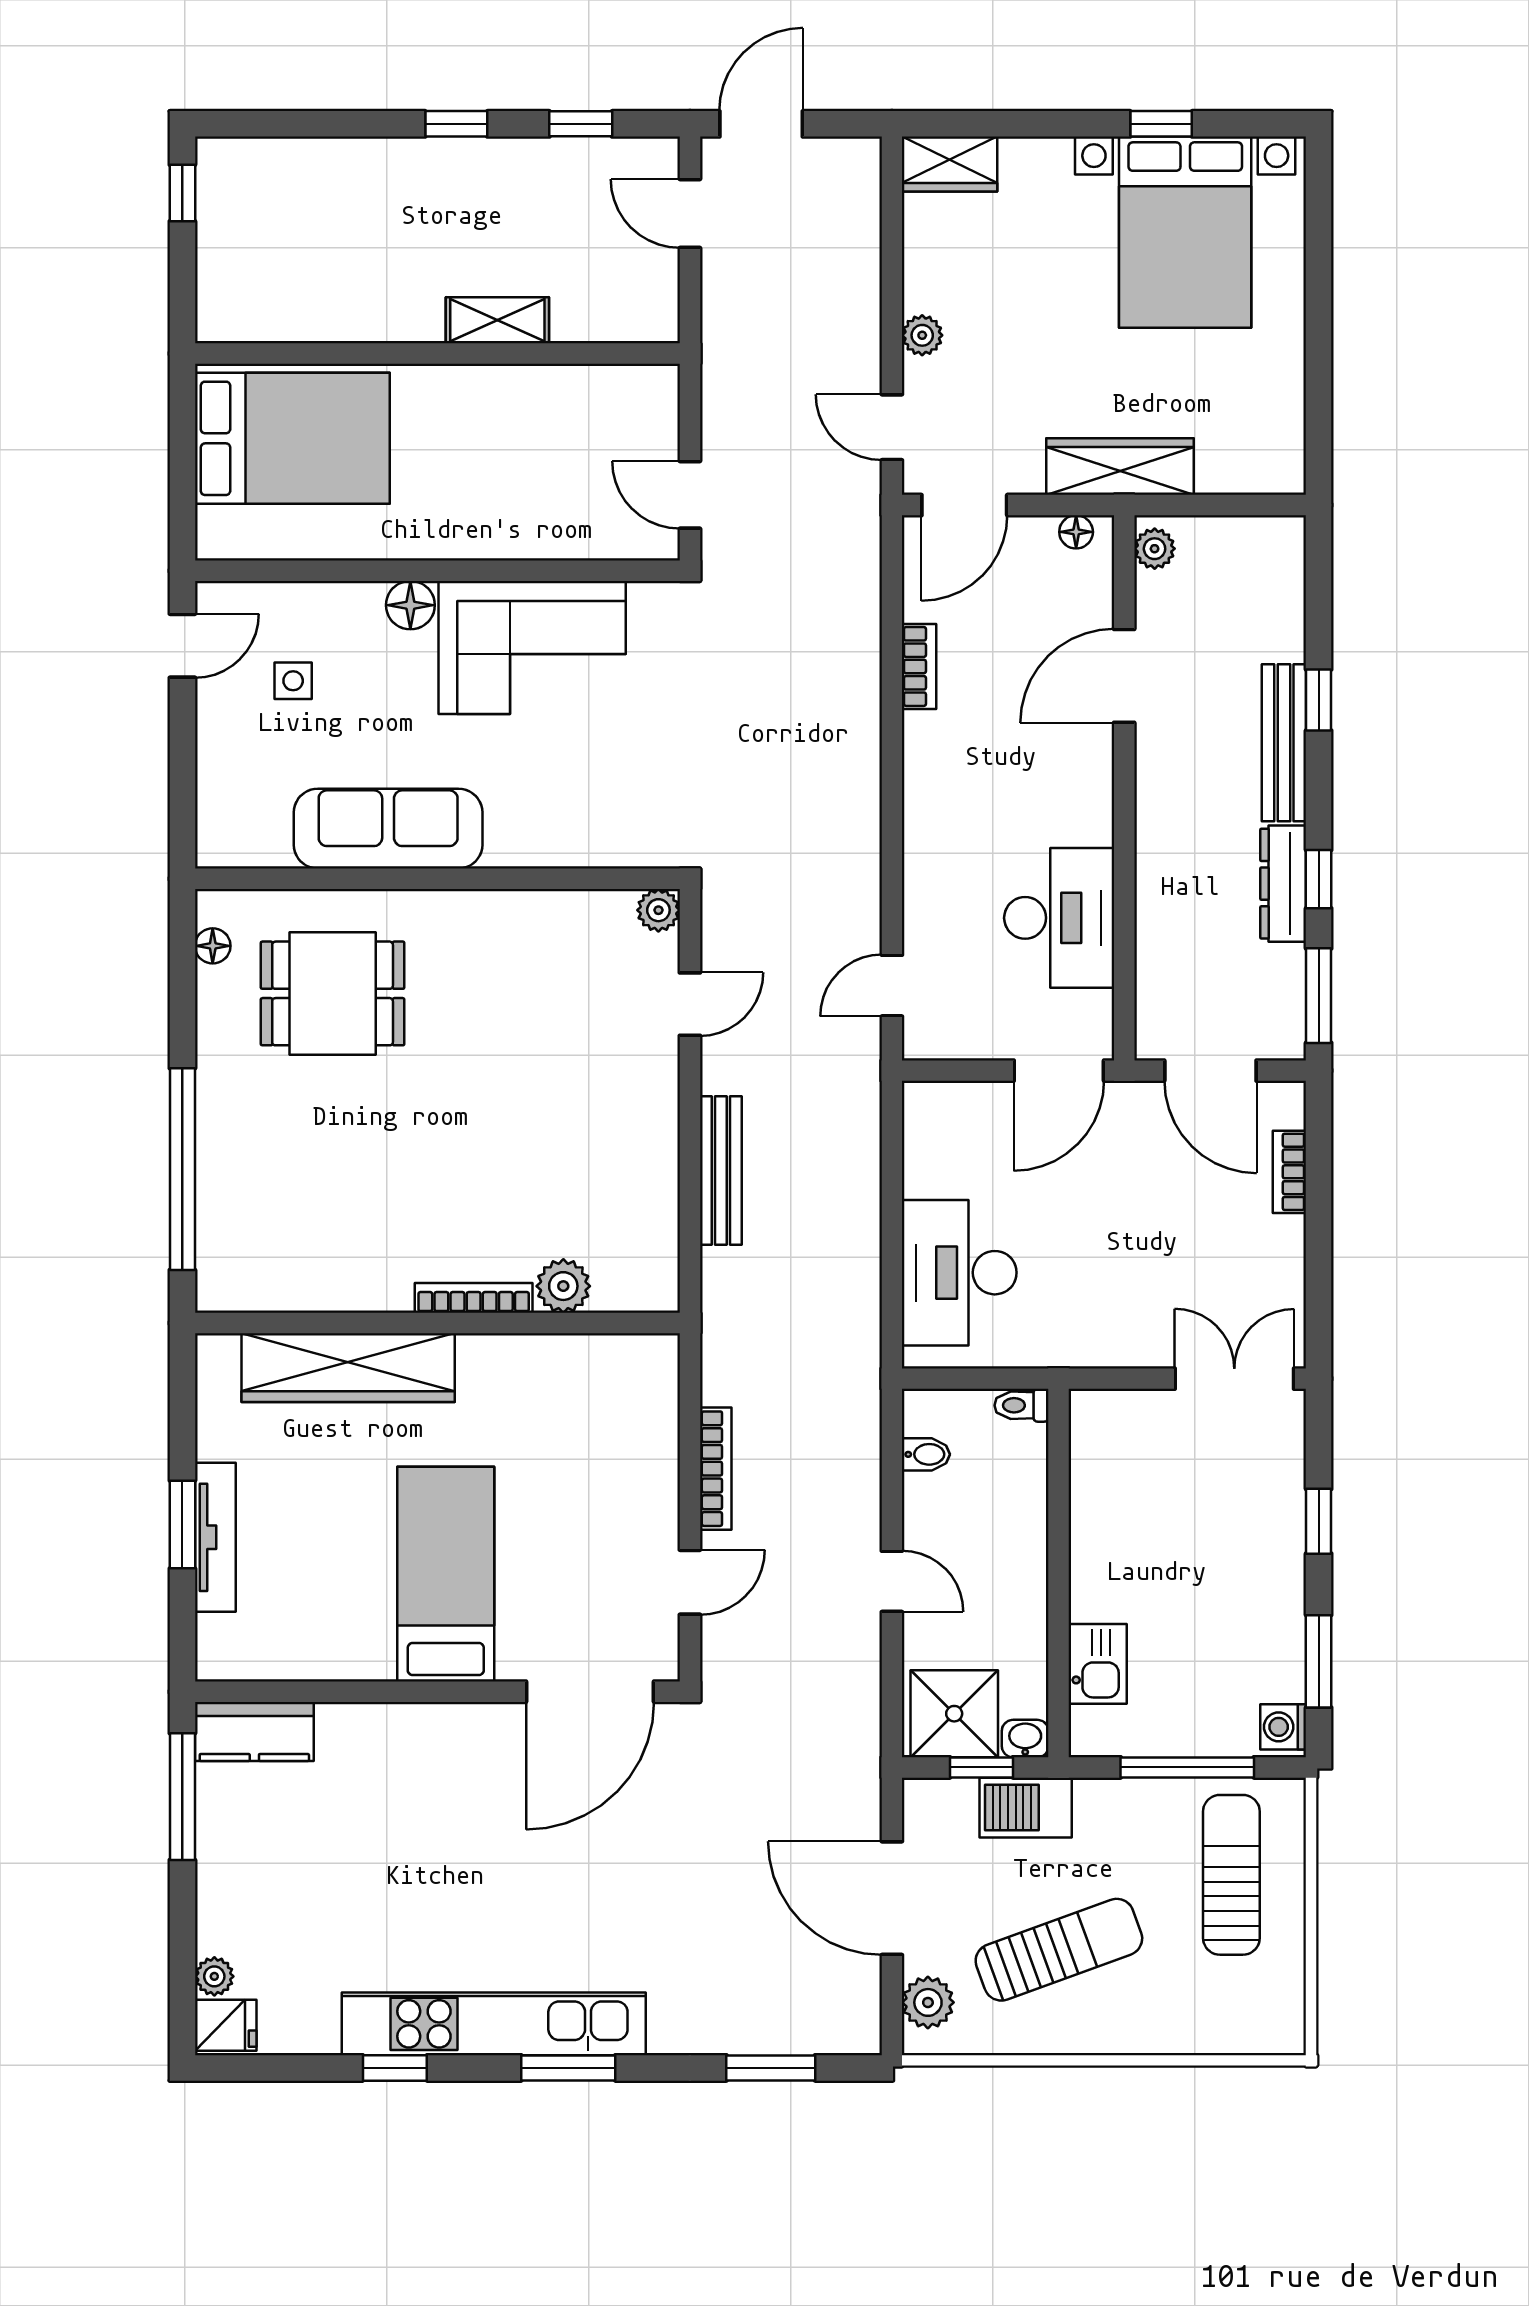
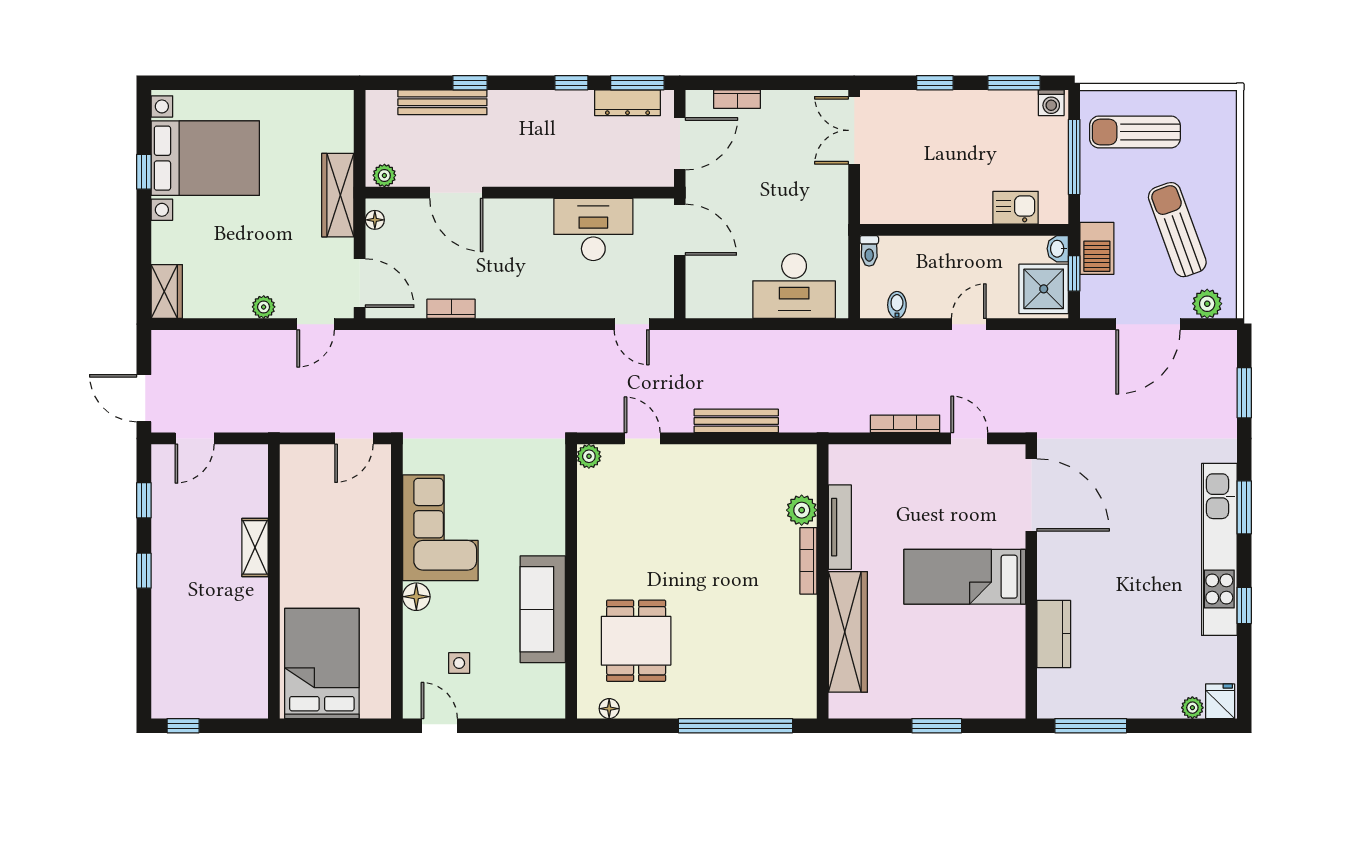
bench: (1284, 743) -> (442, 102), moved
dresser: (1283, 884) -> (628, 103), moved
tv unit: (215, 1537) -> (840, 527), moved, turned 90
kitchen counter: (254, 1731) -> (1054, 634), moved

